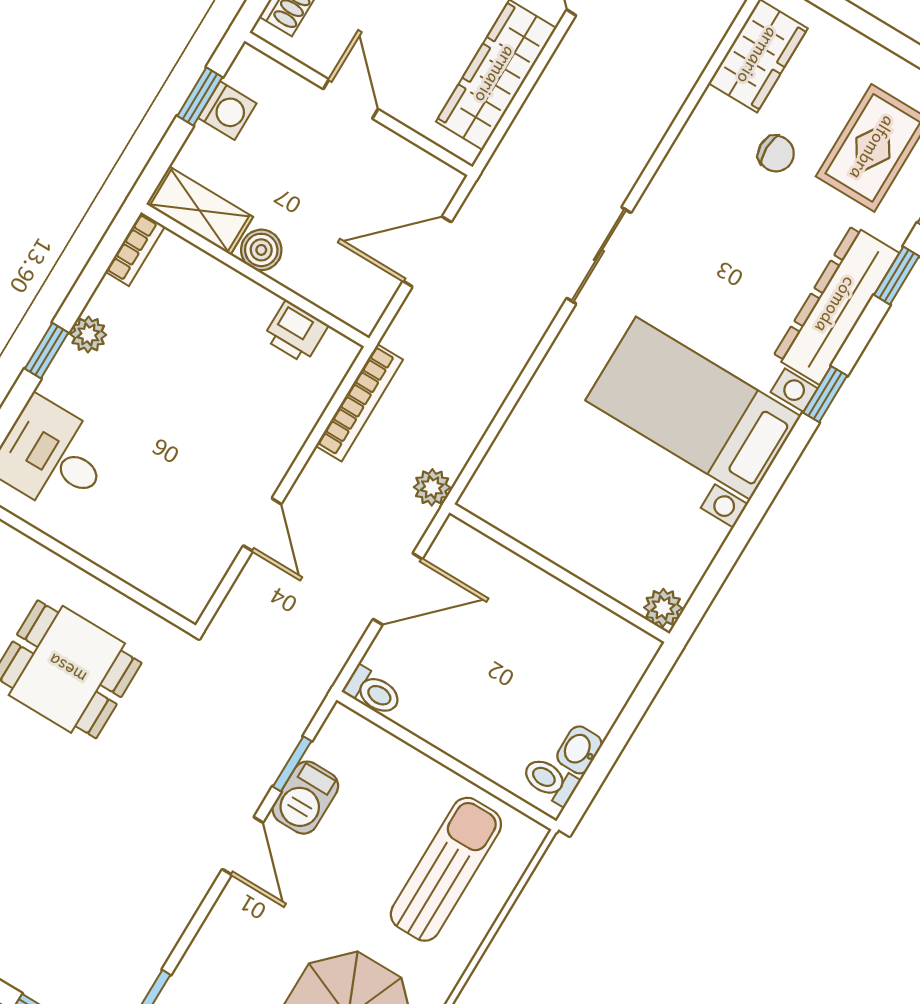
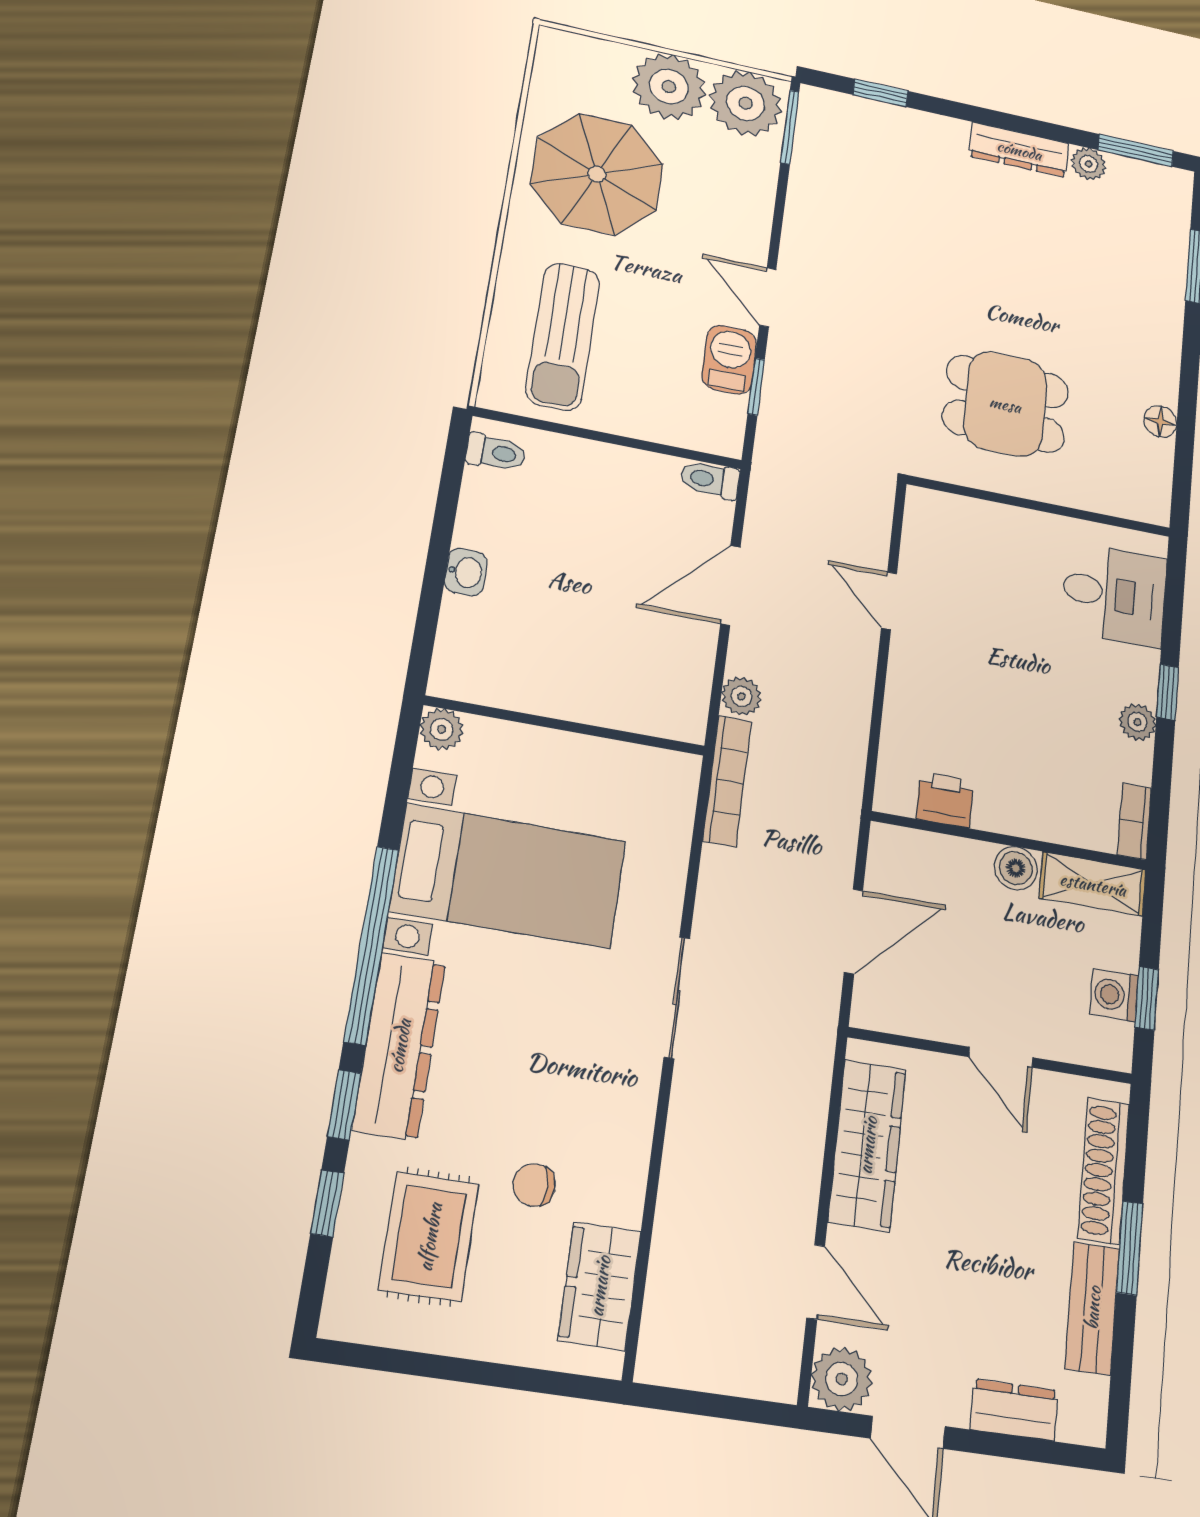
window: (825, 394) -> (371, 945), width x3.17
bookcase: (359, 403) -> (727, 781), moved, turned 180
wall: (559, 573) -> (565, 726), moved
plant: (663, 608) -> (442, 729), moved
washbasin: (579, 750) -> (466, 572), moved

